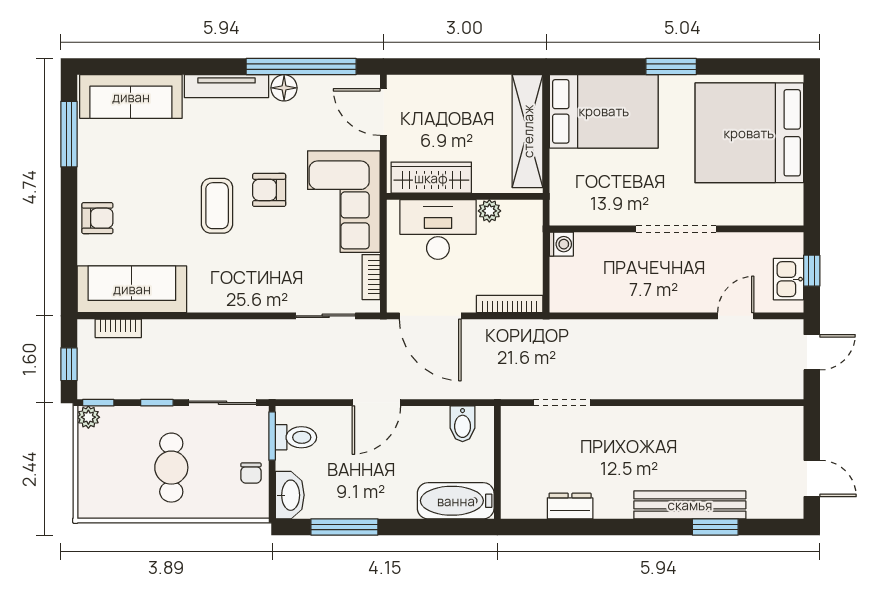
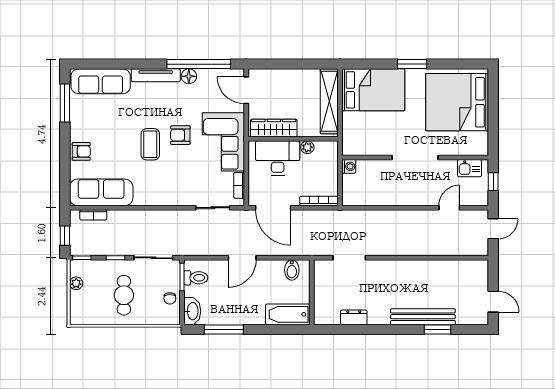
kitchen sink: (788, 279) -> (469, 168), moved, turned -90
plant: (88, 417) -> (76, 283), moved

